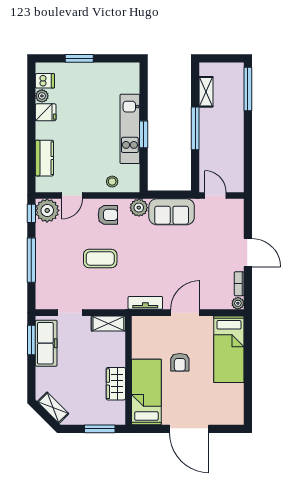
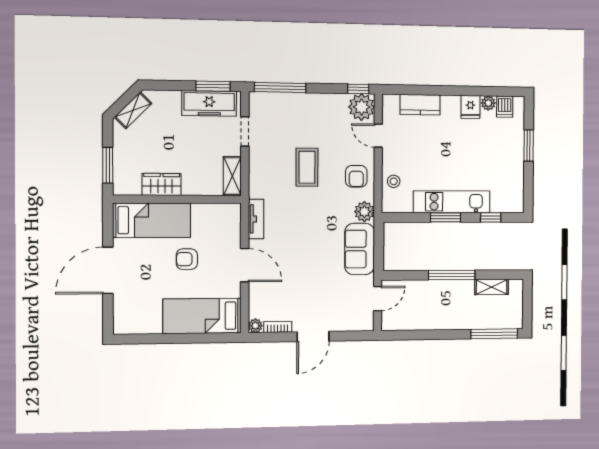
window: (144, 93) -> (491, 217), added
window: (31, 260) -> (280, 87), moved

